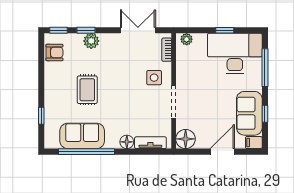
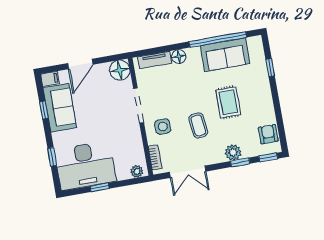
armchair: (54, 52) -> (268, 134), turned 90
window: (265, 68) -> (52, 157), width x0.46
coffee table: (120, 73) -> (198, 125), added

